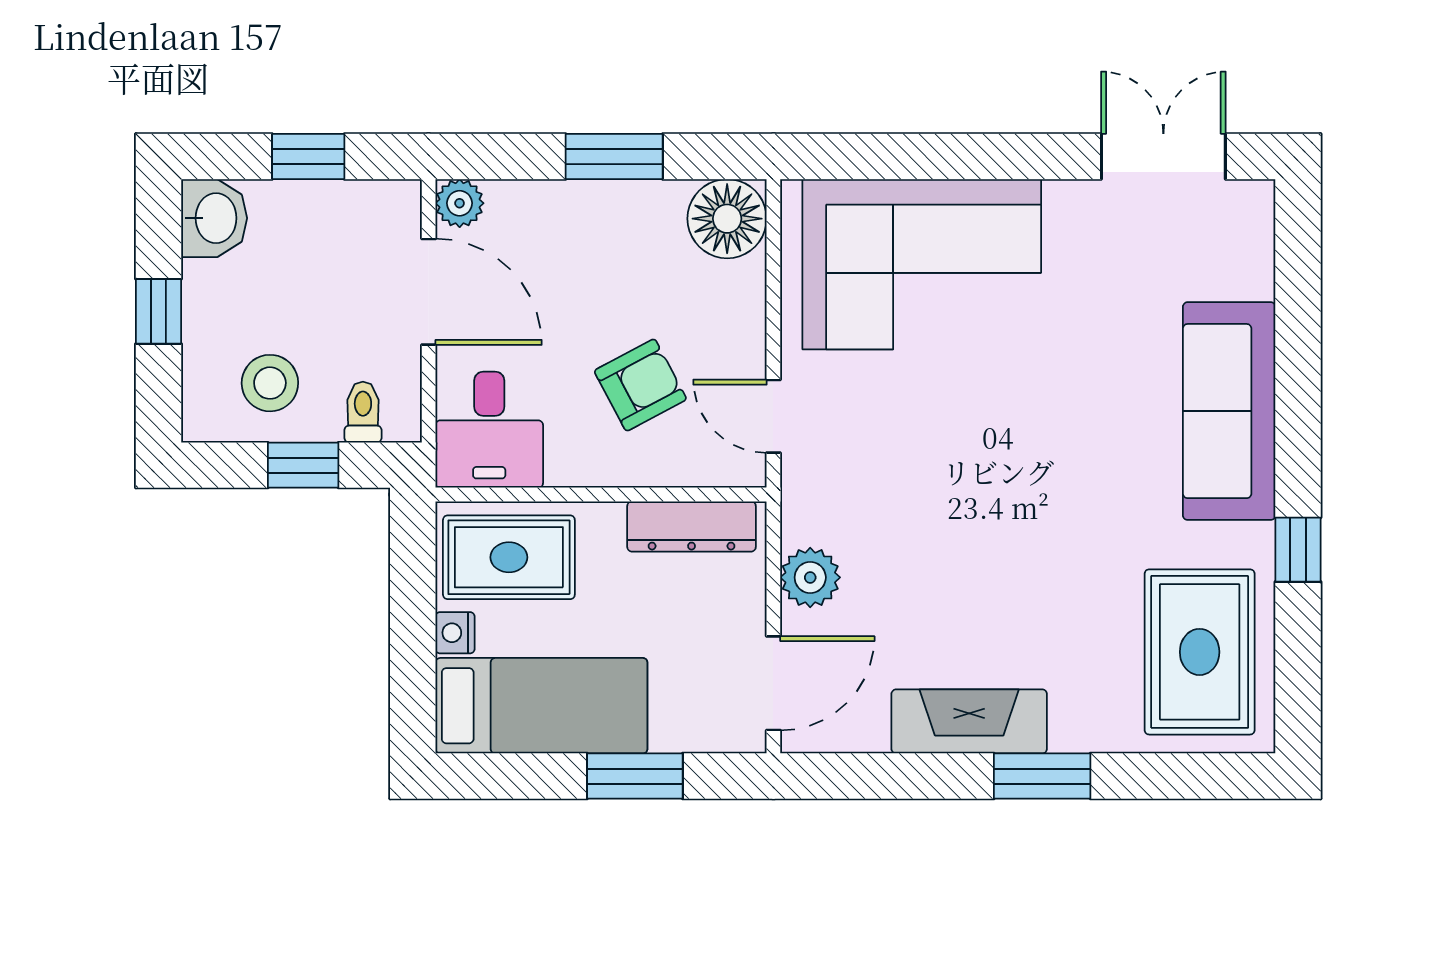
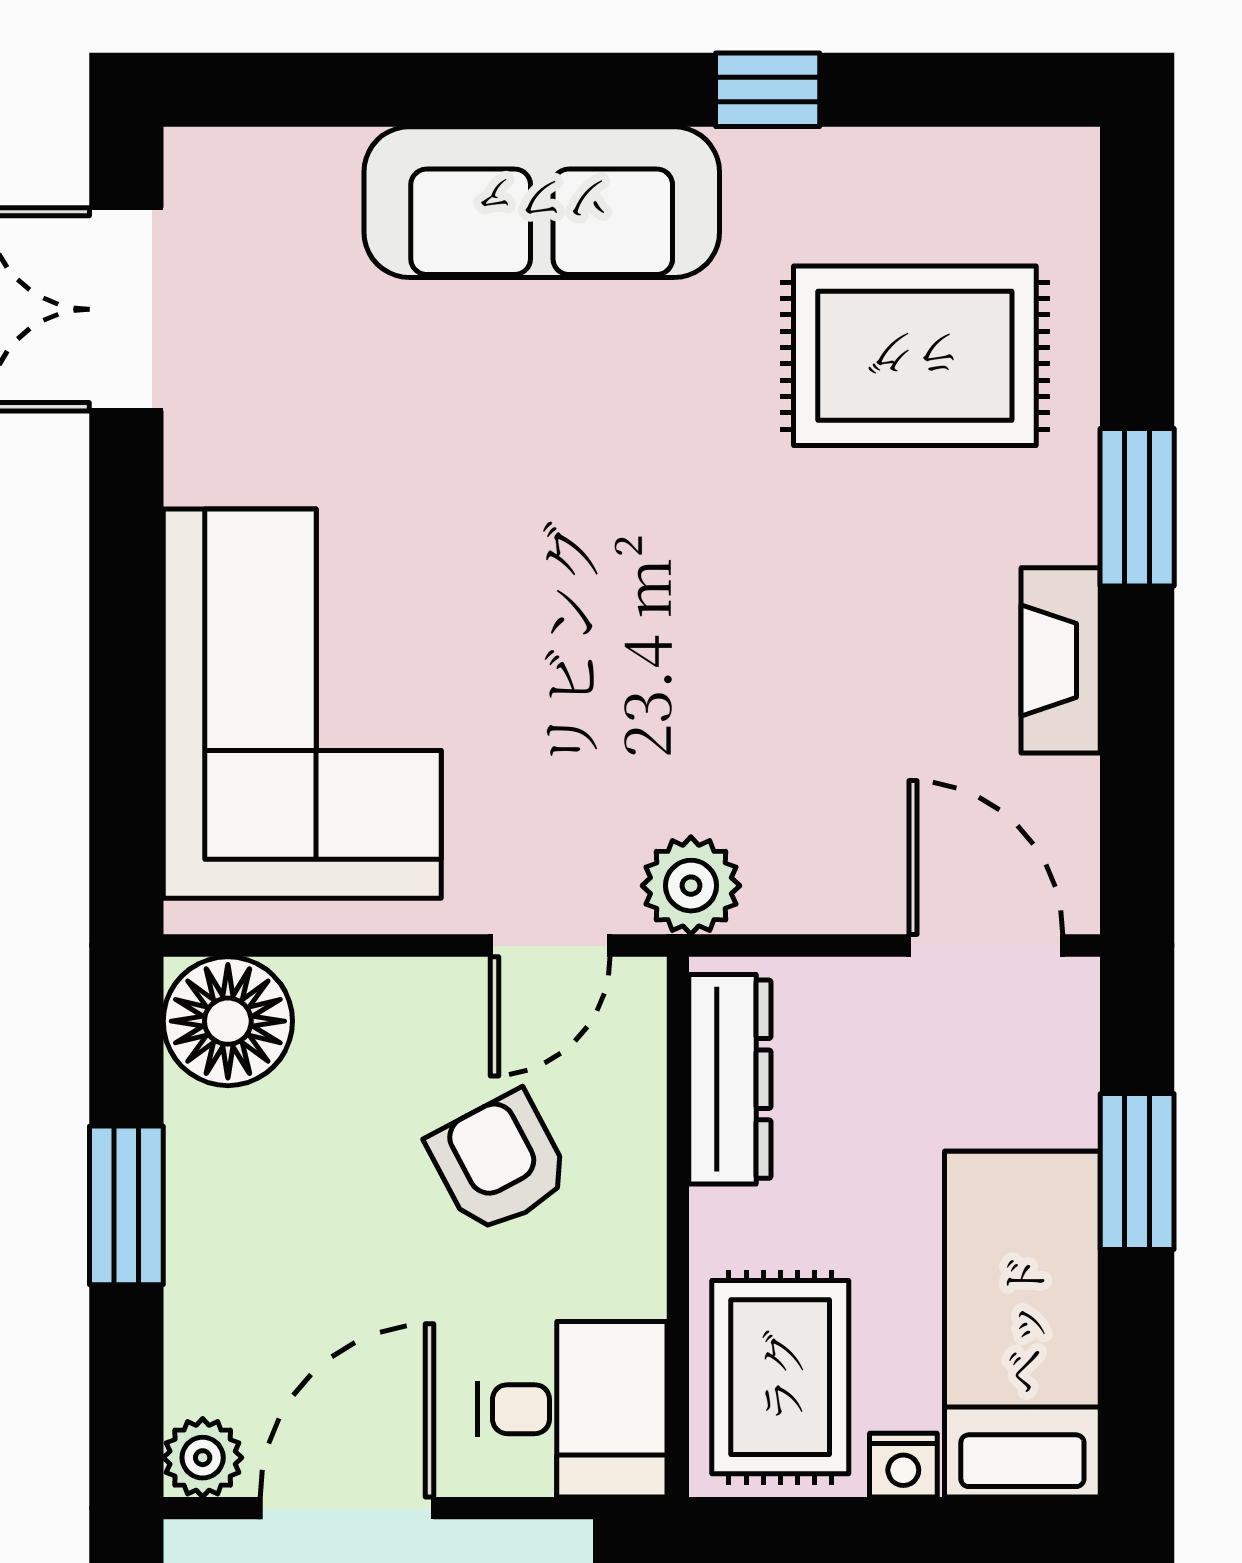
plant: (810, 577) -> (691, 886), moved
rug: (1200, 652) -> (915, 356), moved
fireplace: (969, 721) -> (1061, 660), width x0.73, depth x0.76

